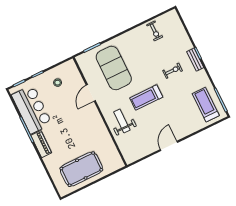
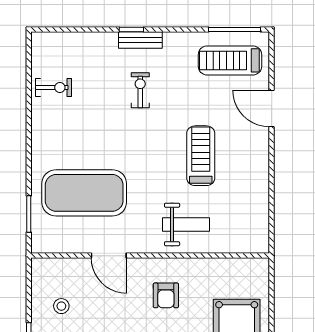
treadmill: (146, 97) -> (201, 156), moved, turned 180
weight bench: (122, 121) -> (186, 224), turned 180
armchair: (85, 128) -> (166, 295), added
door: (169, 146) -> (272, 109), moved

